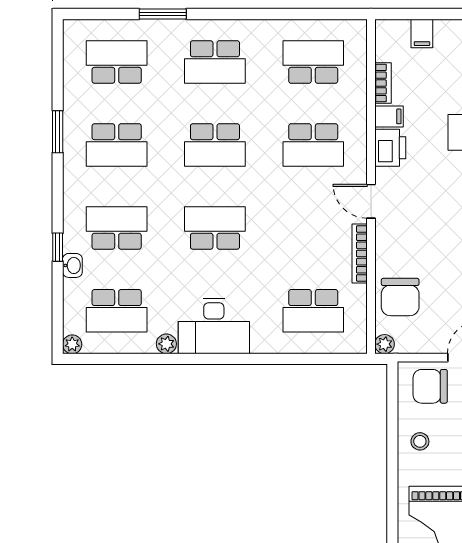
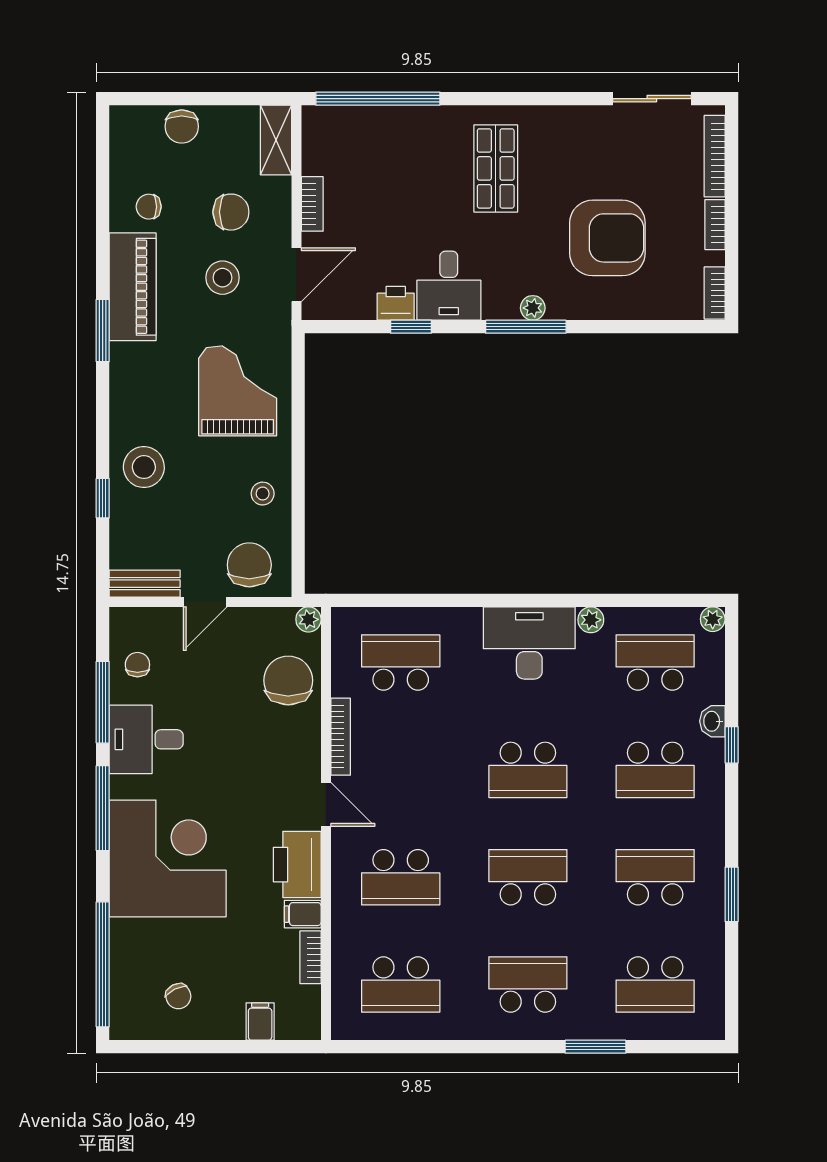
school desk: (313, 145) -> (401, 877), turned 180
printer: (390, 148) -> (297, 865), width x1.37, depth x1.19
chair: (430, 386) -> (249, 565), turned -90

